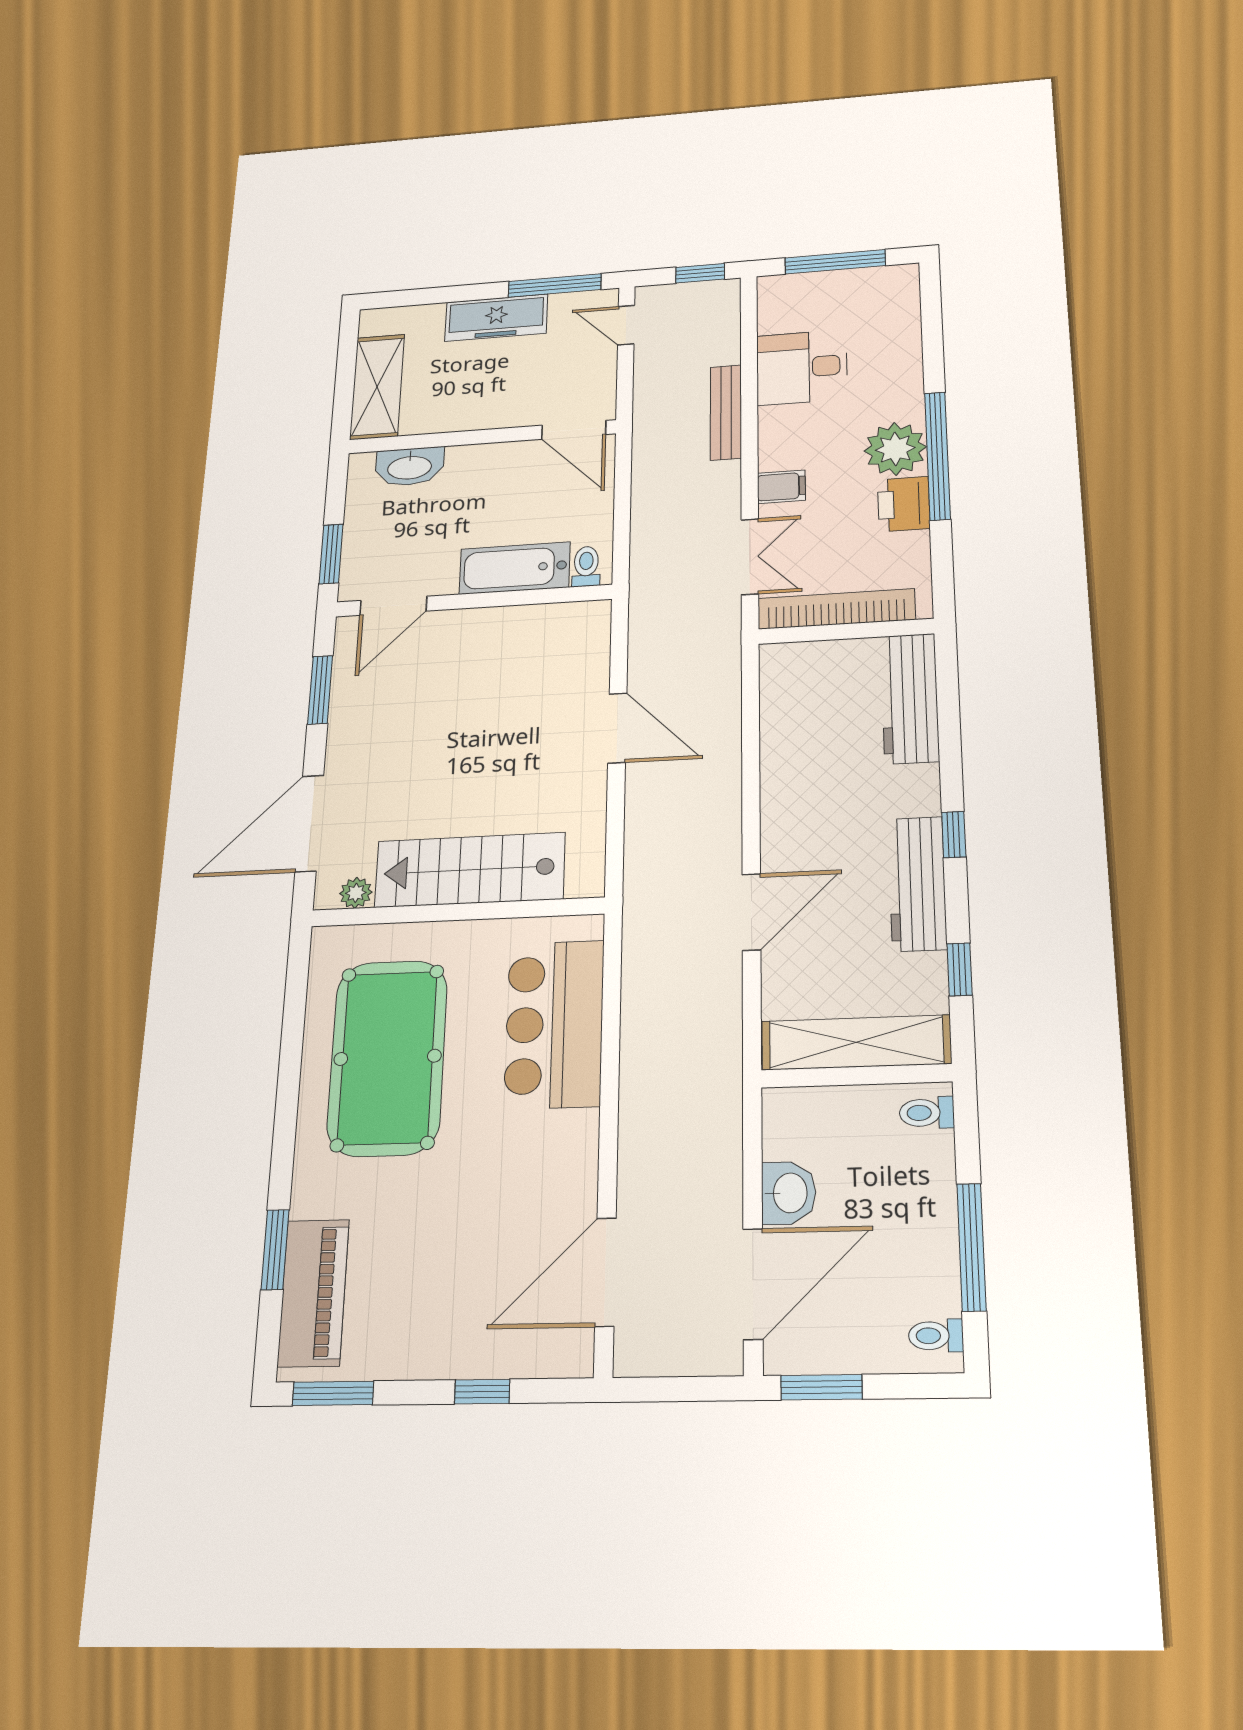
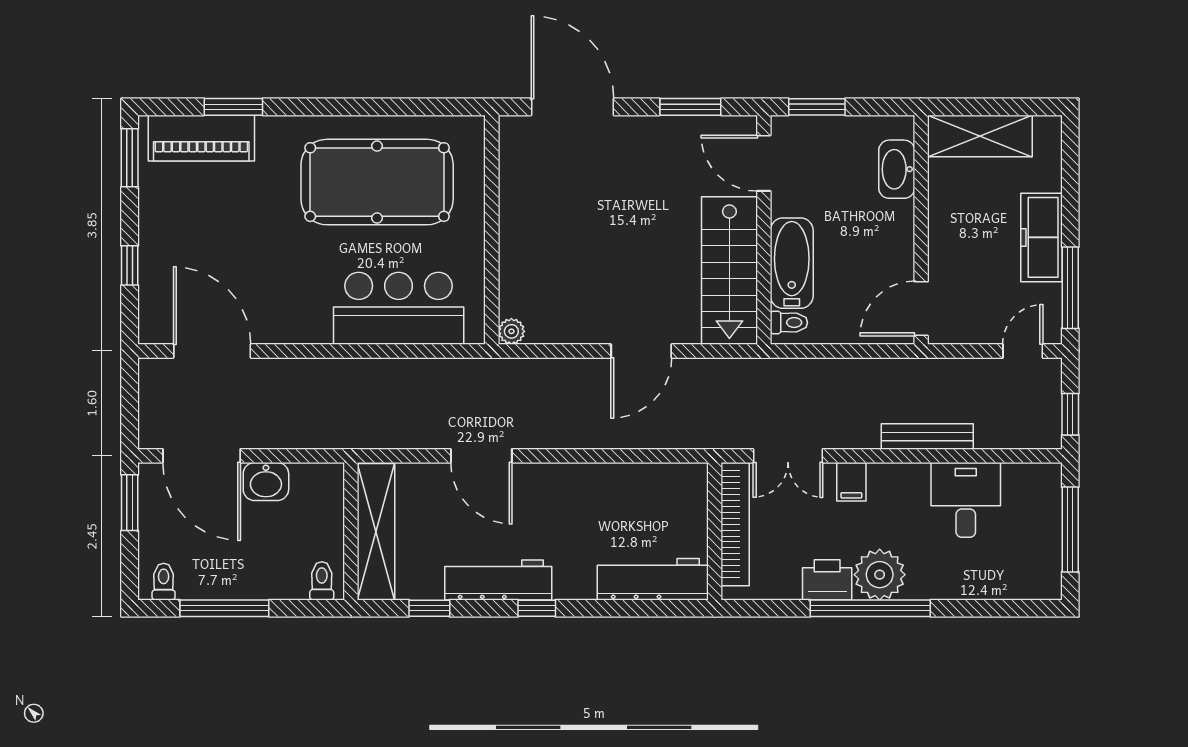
stairs: (470, 870) -> (729, 271), moved, turned 180
plant: (356, 893) -> (511, 331), moved

